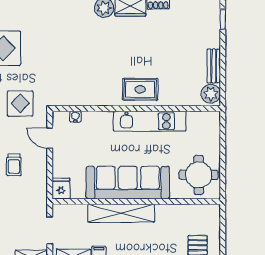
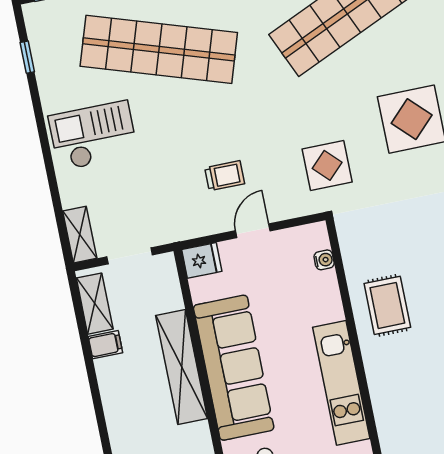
rug: (140, 89) -> (387, 305), moved
door: (50, 138) -> (253, 231), moved
trolley: (14, 165) -> (225, 176), turned 180

